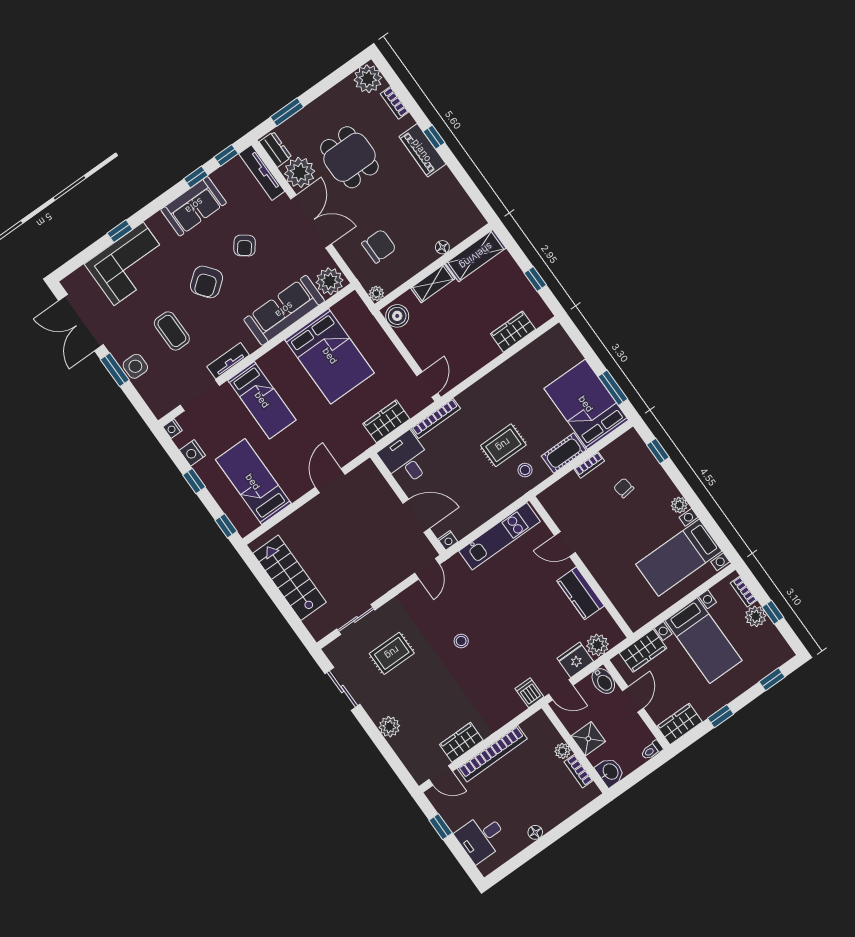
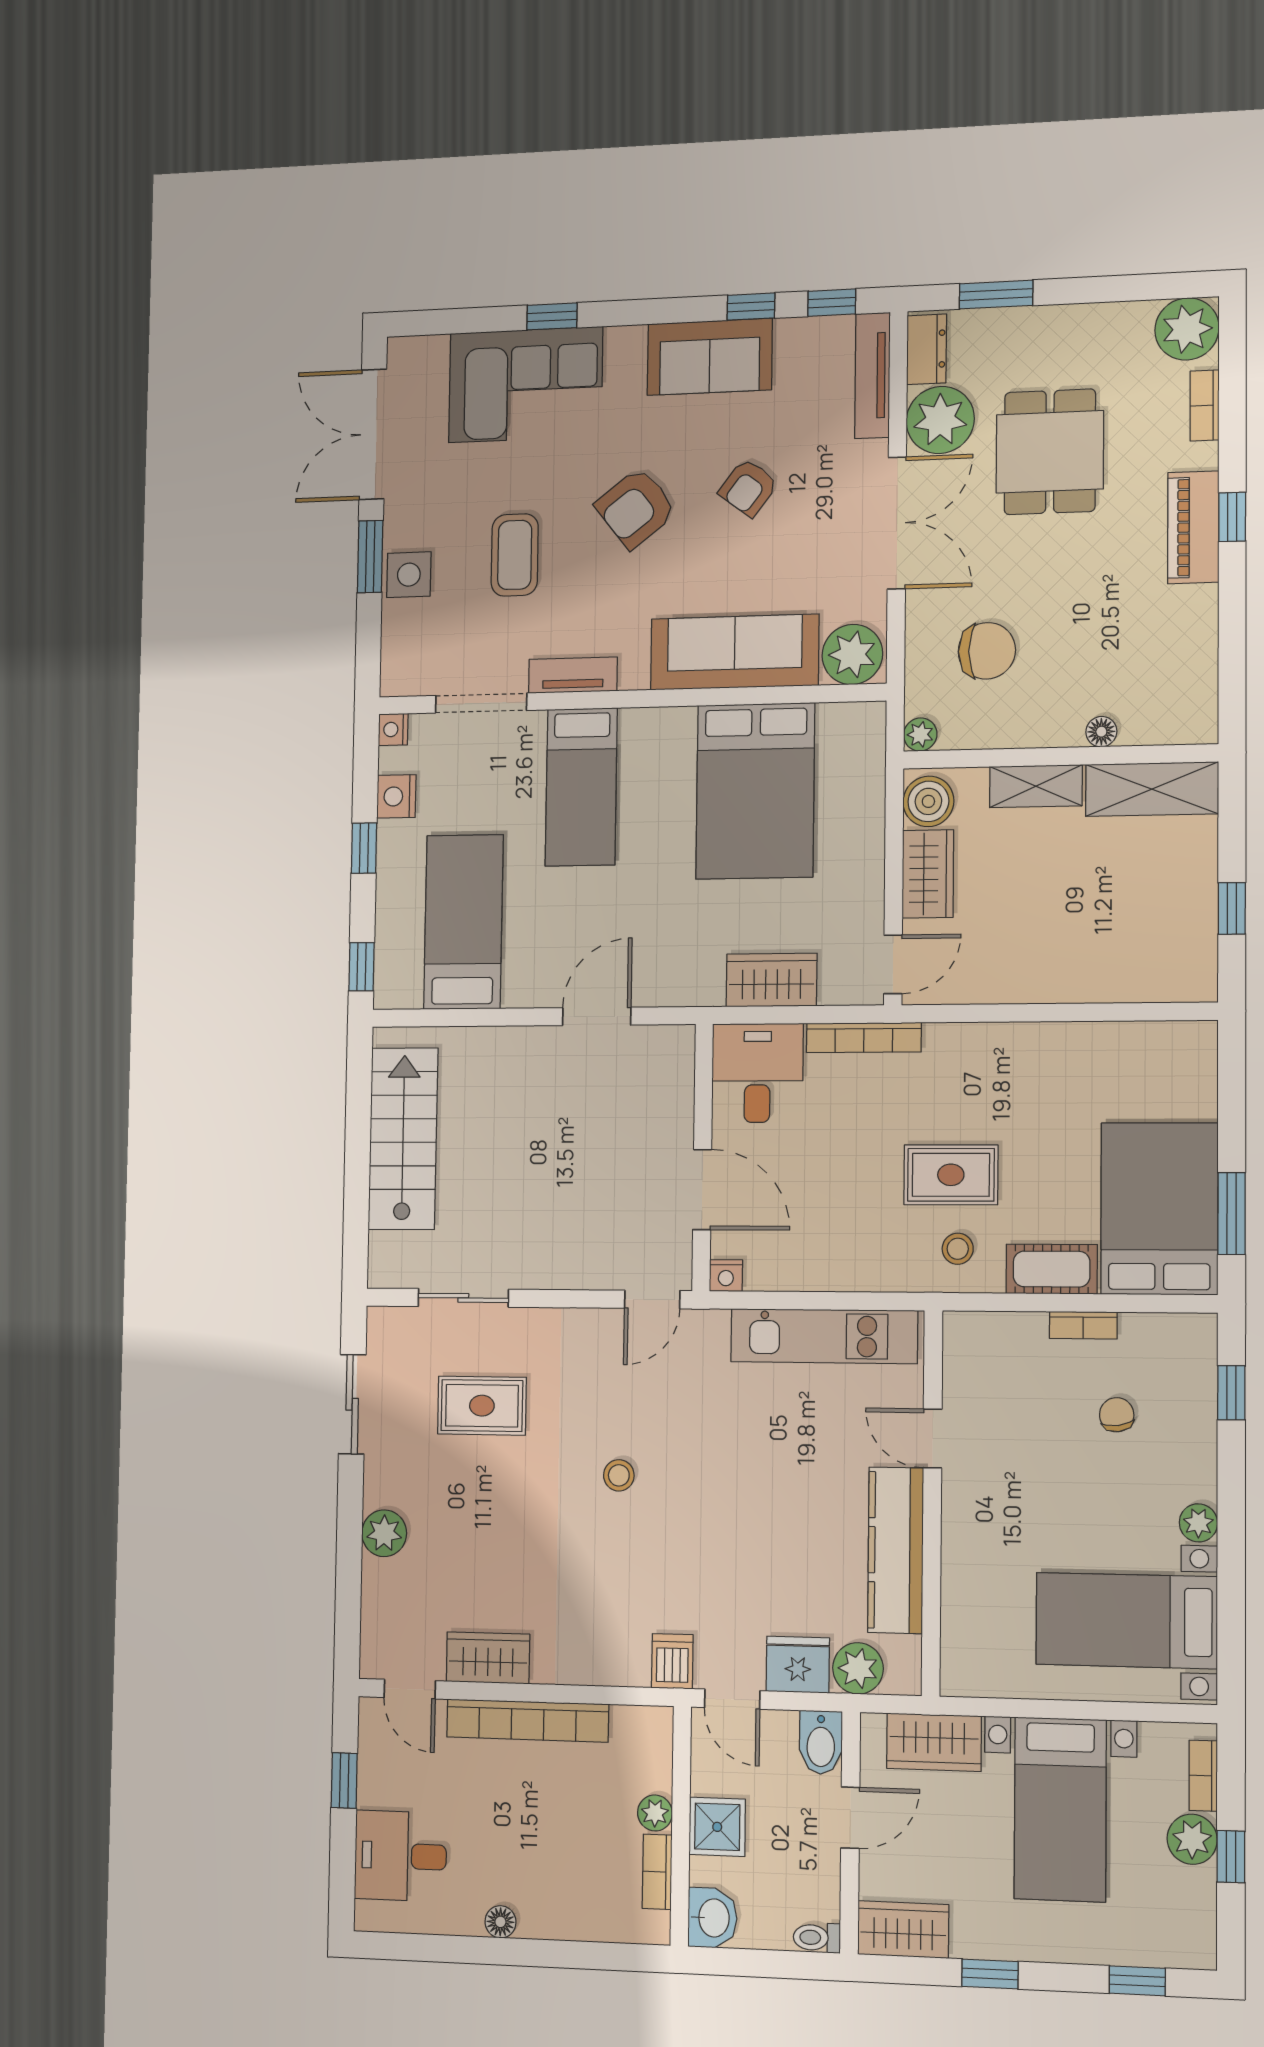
wardrobe: (513, 332) -> (928, 874), moved, turned 90
kitchen counter: (581, 593) -> (896, 1550), width x1.50

